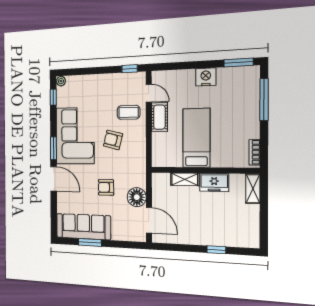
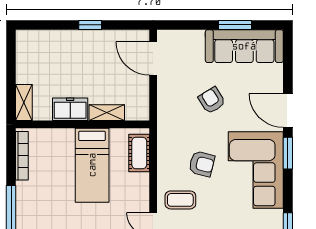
cot: (159, 117) -> (139, 153), moved
bookcase: (255, 152) -> (22, 156), width x1.56
armchair: (106, 187) -> (212, 100), turned -122
floor lamp: (137, 197) -> (170, 88), removed
window: (216, 250) -> (90, 25), moved

